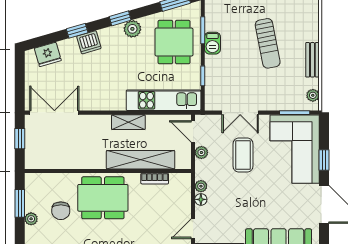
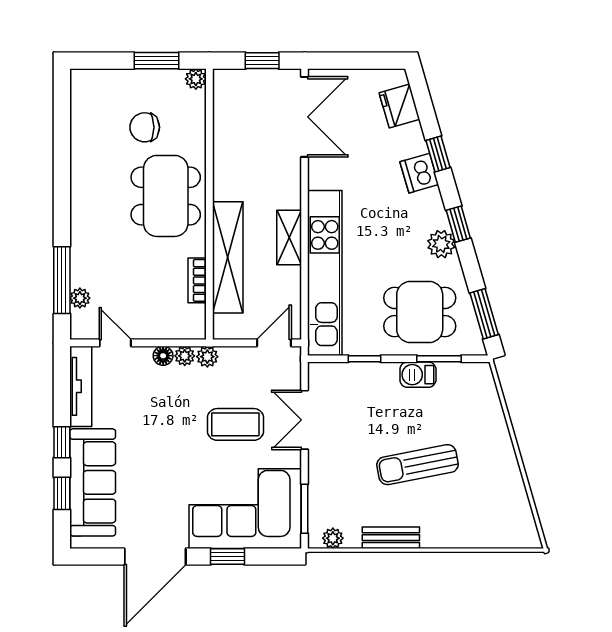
kitchen unit: (164, 100) -> (325, 273), width x1.36
plant: (201, 153) -> (207, 357), moved
plant: (31, 219) -> (196, 79), moved

